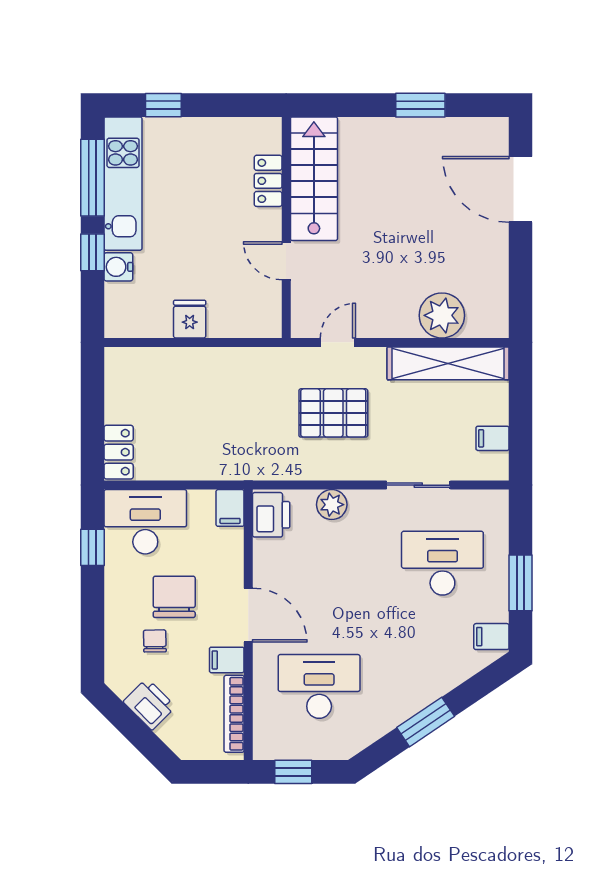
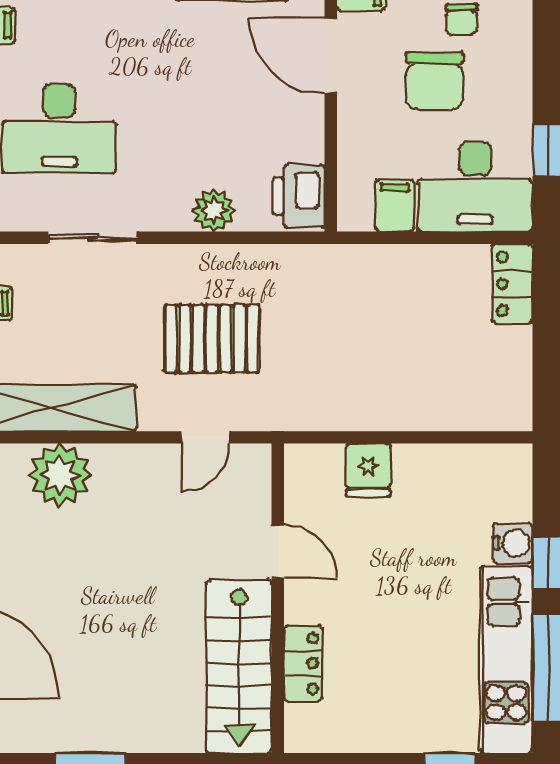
fridge: (190, 319) -> (368, 470), moved
filing cabinet: (230, 508) -> (395, 206), moved

